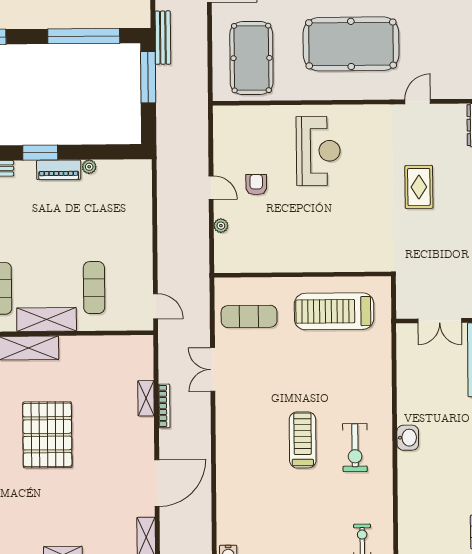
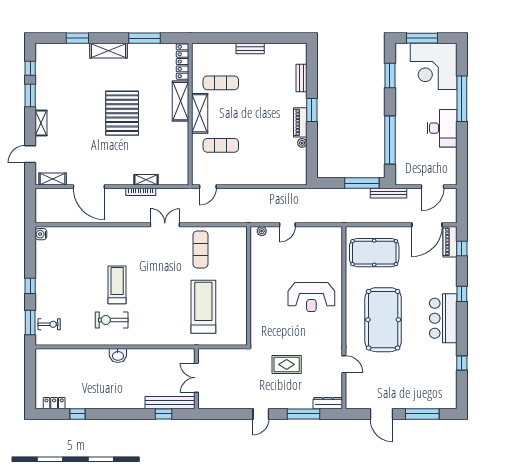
armchair: (256, 185) -> (289, 255), removed
wall: (303, 275) -> (249, 286), moved
pallet: (47, 435) -> (122, 113), turned 90
treadmill: (303, 440) -> (117, 285), turned -90

